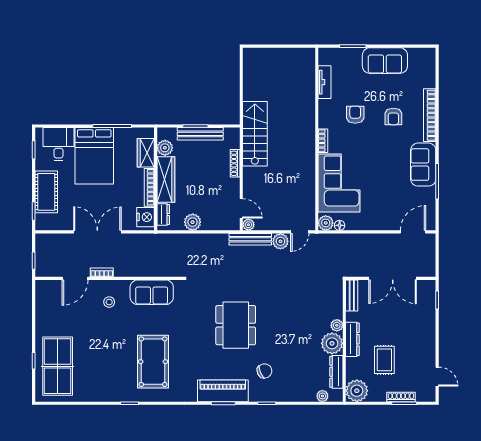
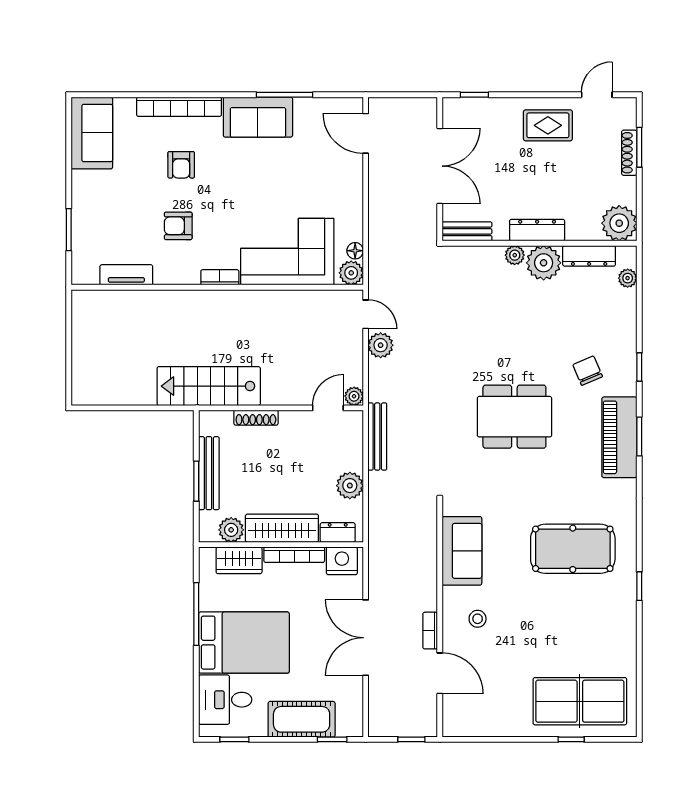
sofa: (385, 61) -> (92, 133), moved
armchair: (393, 116) -> (181, 165), turned 90
bench: (250, 239) -> (377, 437), moved
rug: (384, 360) -> (548, 125), moved

